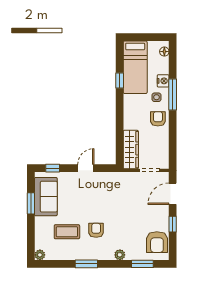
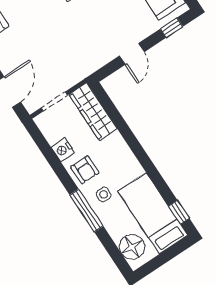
floor lamp: (164, 52) -> (132, 247), width x1.89, depth x1.89
window: (120, 81) -> (179, 212), moved
nightstand: (163, 81) -> (63, 150), moved

